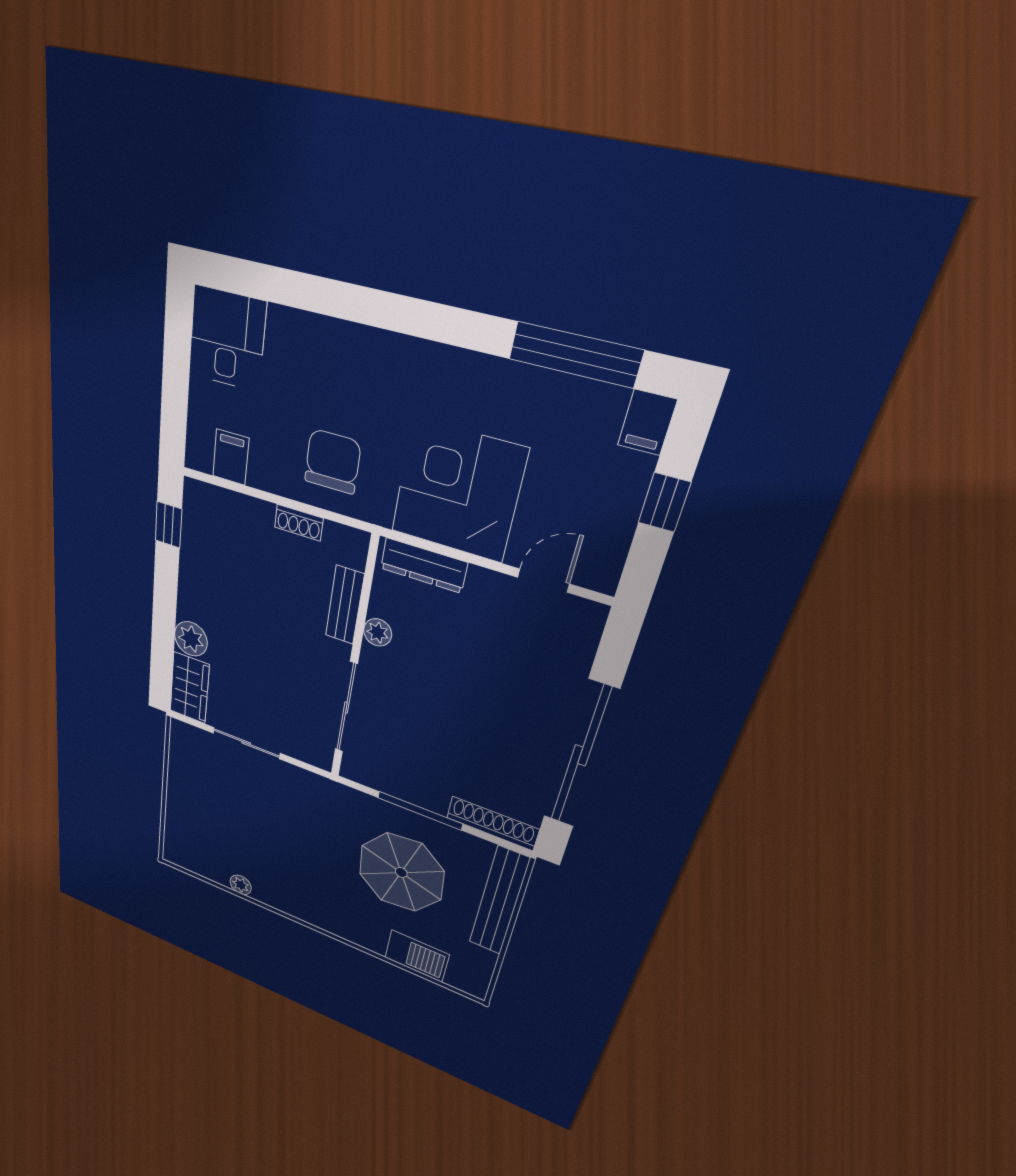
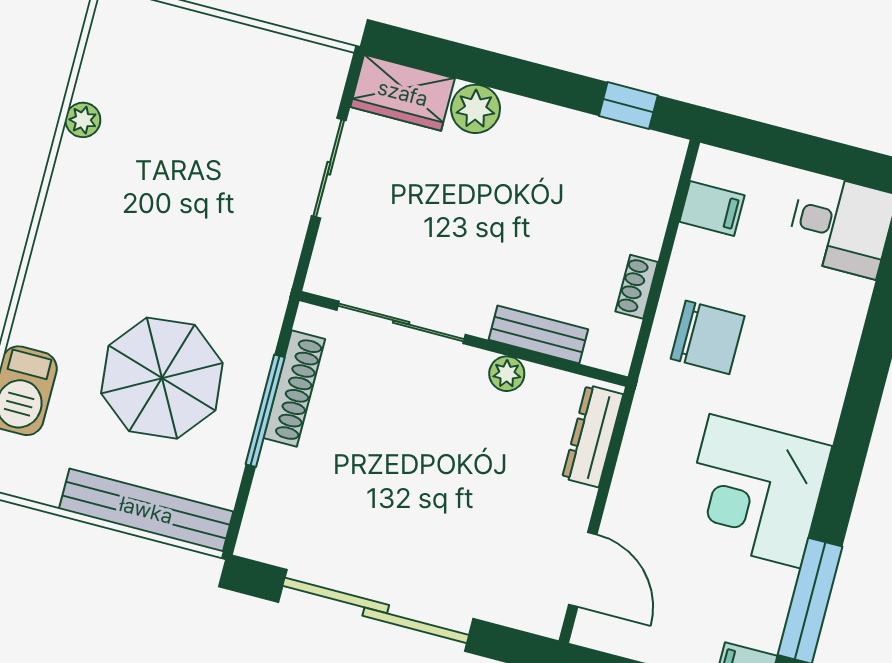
corner desk: (458, 491) -> (755, 491), moved, turned 180
door: (543, 581) -> (583, 569), width x1.38
shoe rack: (493, 823) -> (294, 388), moved

